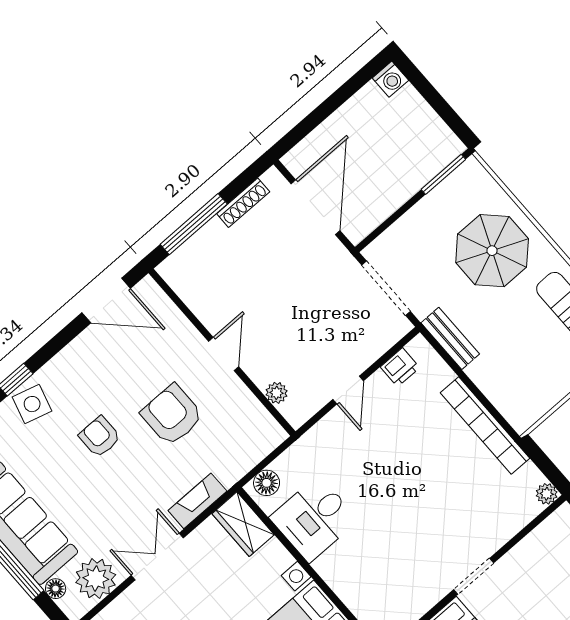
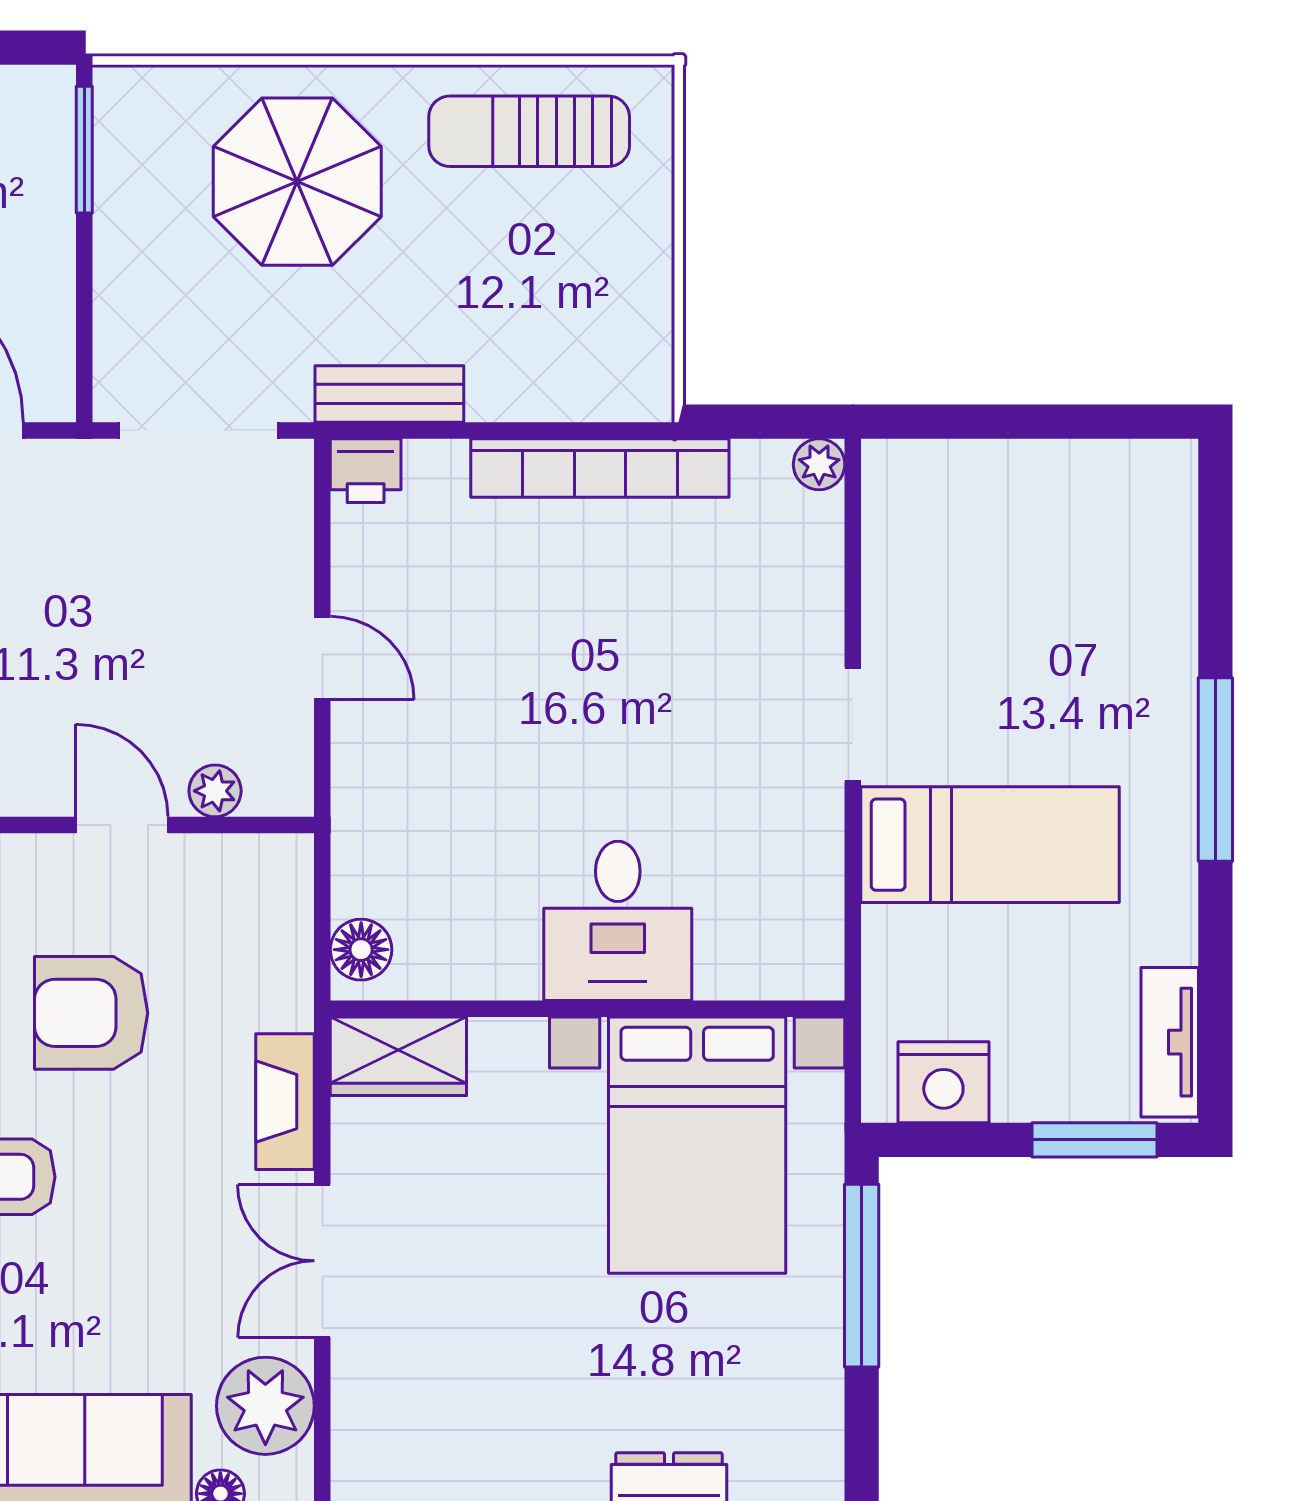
door: (224, 354) -> (122, 825), moved
printer: (400, 367) -> (366, 471), moved, turned 90
desk: (314, 519) -> (618, 921), moved

